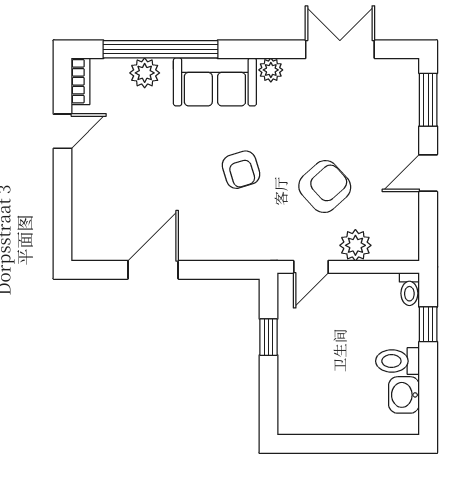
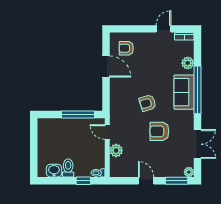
window: (160, 49) -> (198, 90), moved
plant: (271, 70) -> (189, 172), moved
door: (62, 131) -> (163, 29), swing flipped
armchair: (325, 187) -> (159, 131), moved, turned 132
armchair: (109, 221) -> (126, 48), added
window: (269, 337) -> (78, 114), width x2.17

